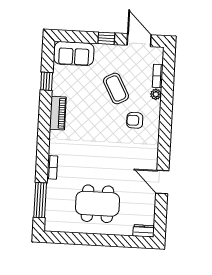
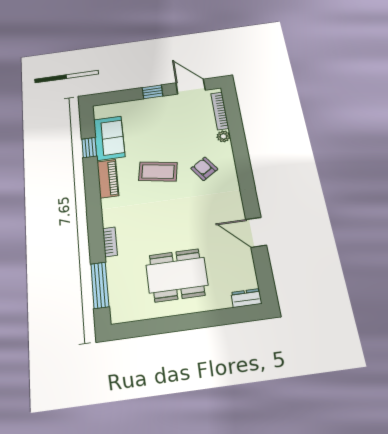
sofa: (74, 54) -> (109, 138), moved, turned -90
bookcase: (158, 76) -> (220, 111), width x1.56
coffee table: (116, 88) -> (158, 172), moved, turned -52
armchair: (135, 120) -> (204, 169), turned 56

